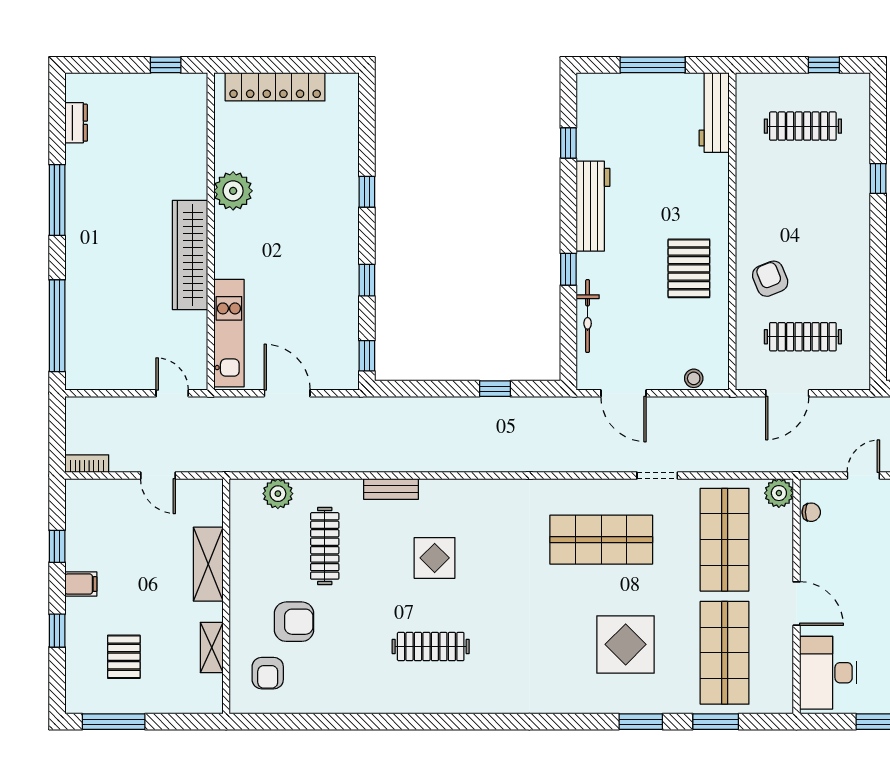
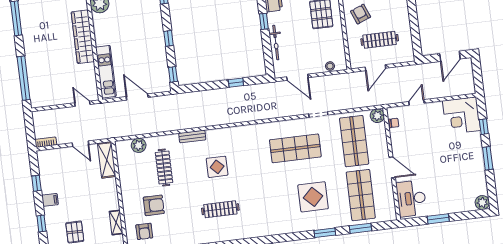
shelving: (208, 564) -> (107, 160), moved

